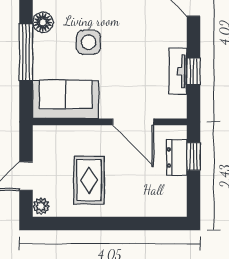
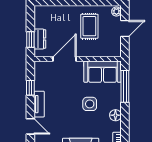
window: (26, 52) -> (125, 86), moved
tv unit: (178, 71) -> (39, 104), moved
door: (133, 122) -> (64, 59), hinge flipped

